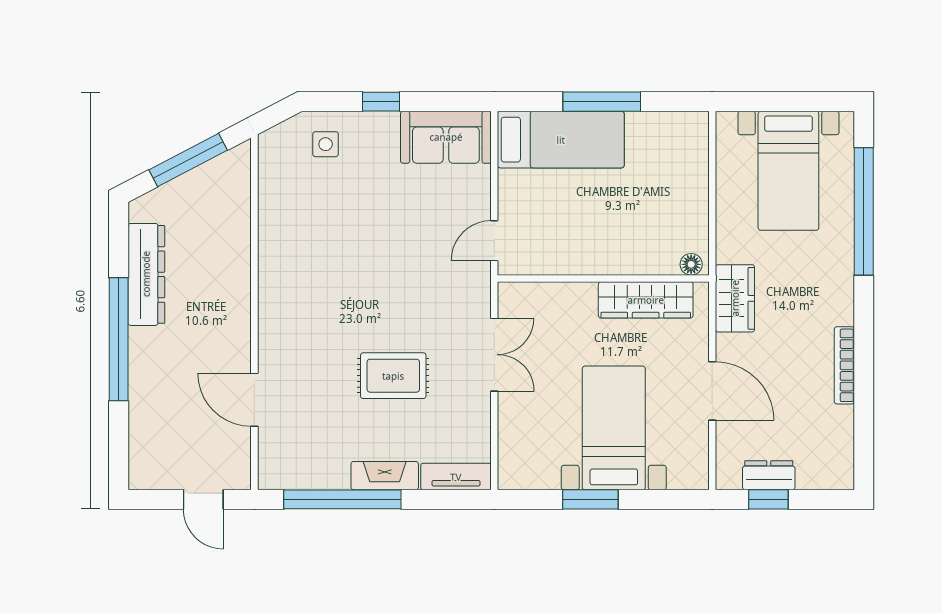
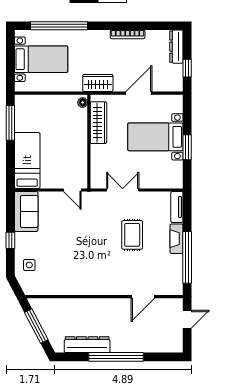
window: (602, 102) -> (10, 123), moved
dresser: (769, 475) -> (176, 47), moved, width x1.44

